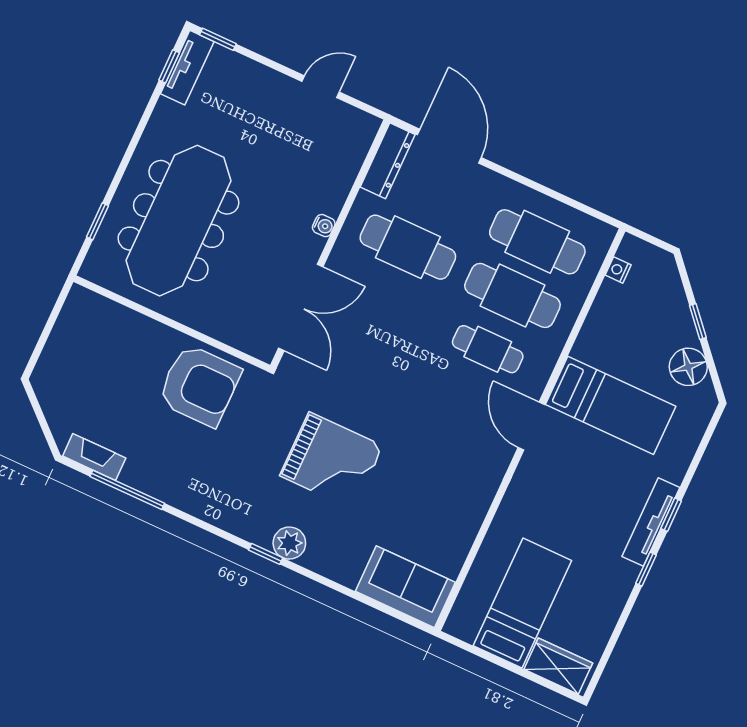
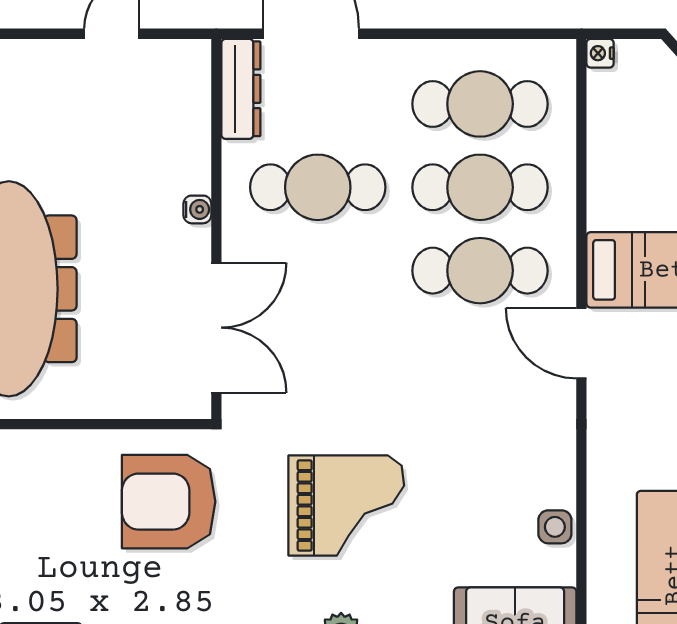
nightstand: (618, 270) -> (600, 53), moved
cafe table: (488, 349) -> (480, 271), width x1.37, depth x1.35
armchair: (199, 385) -> (169, 502), moved, turned 180
side table: (460, 537) -> (555, 527), added

